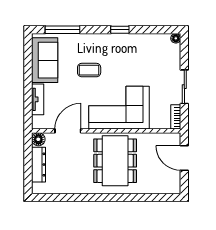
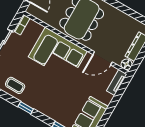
coffee table: (89, 70) -> (15, 85), moved
tv unit: (38, 99) -> (117, 82), moved

